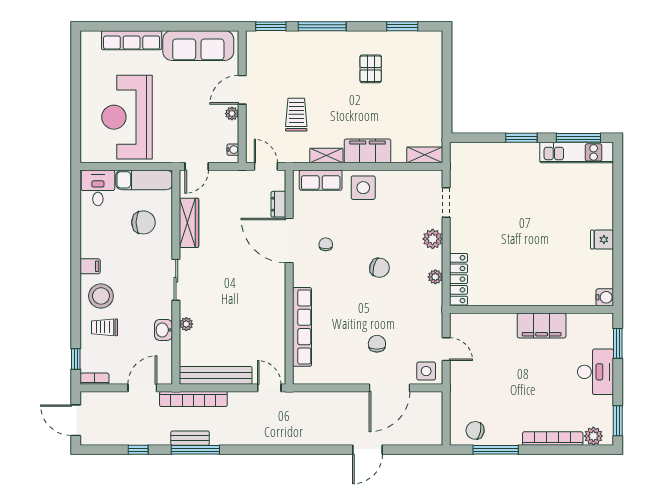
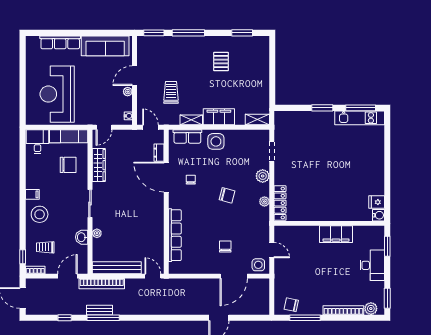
fridge: (602, 240) -> (377, 202), moved
trolley: (104, 327) -> (45, 247), moved

